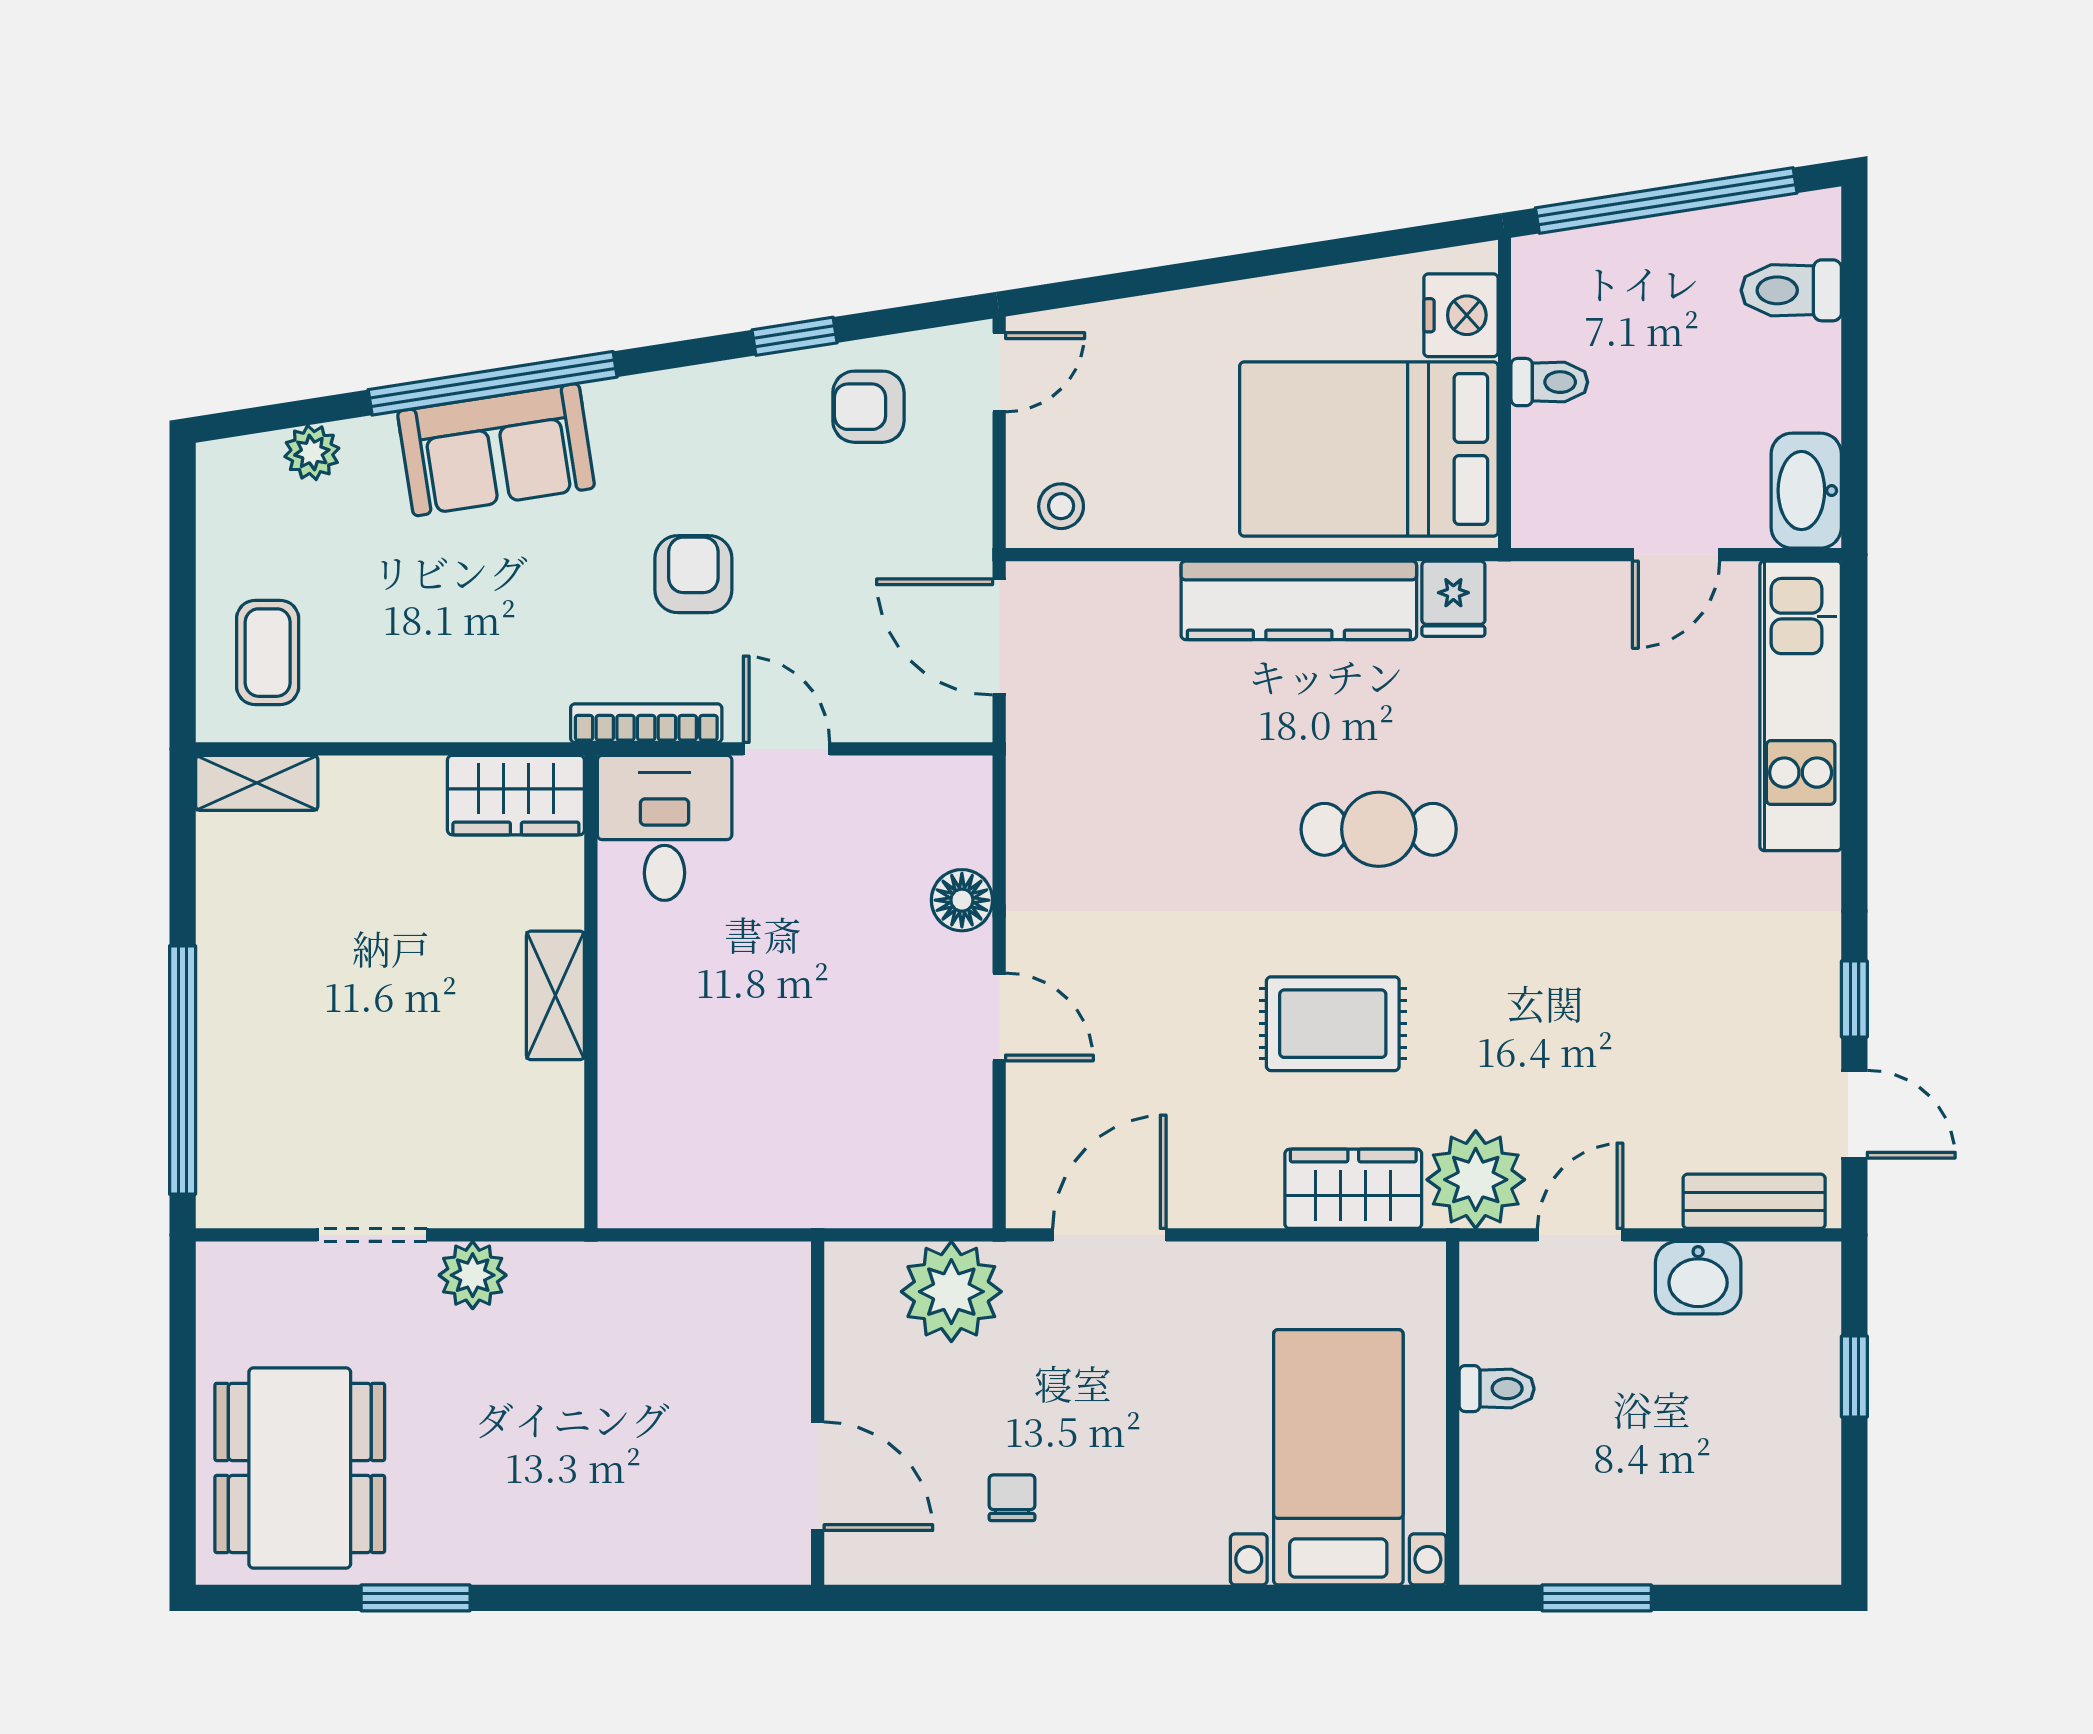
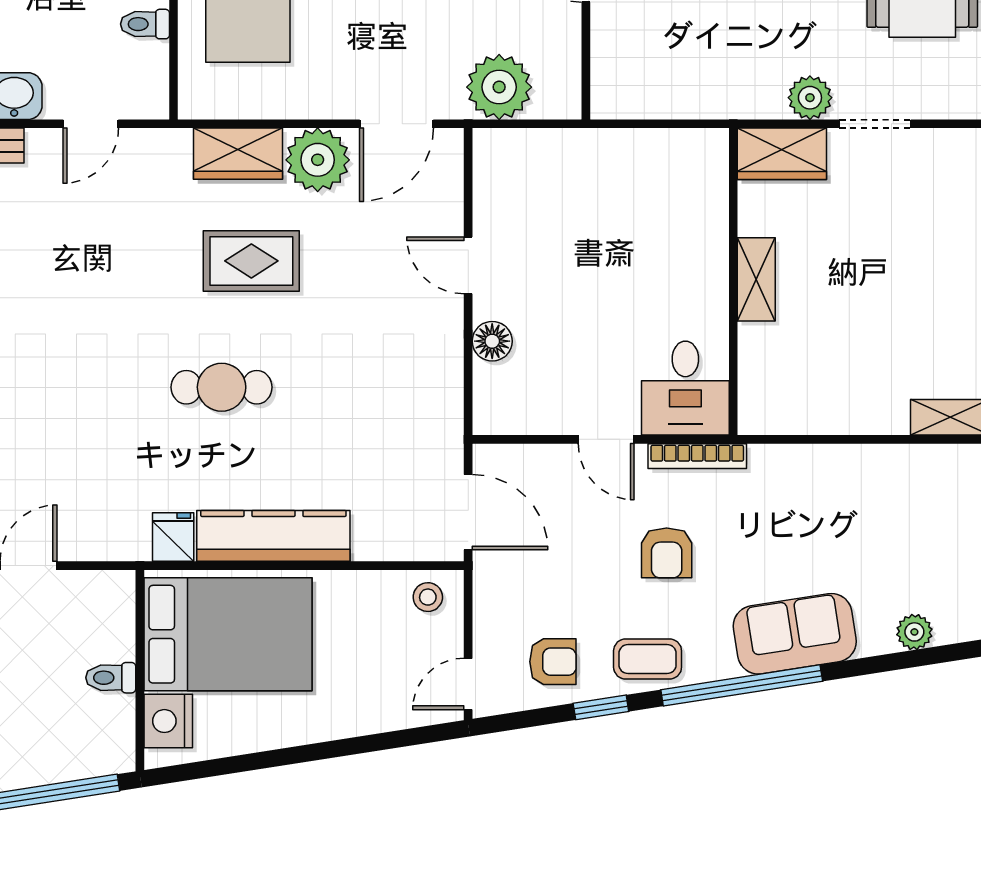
window: (493, 383) -> (742, 685), moved
coffee table: (268, 653) -> (648, 659), moved, turned 90
wardrobe: (516, 795) -> (782, 154), moved, turned 180
plant: (1476, 1180) -> (318, 160), moved

